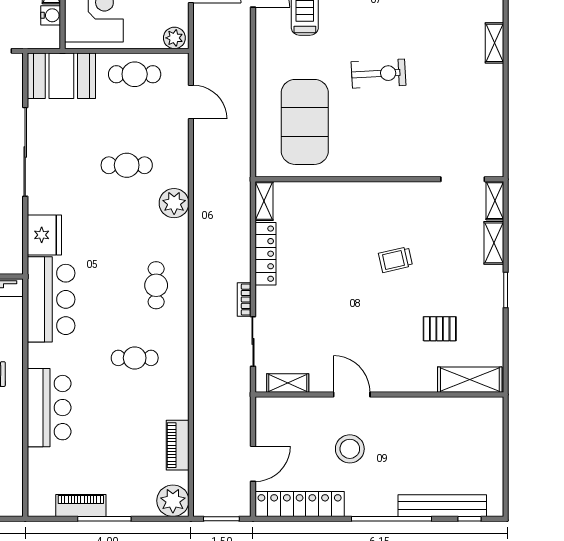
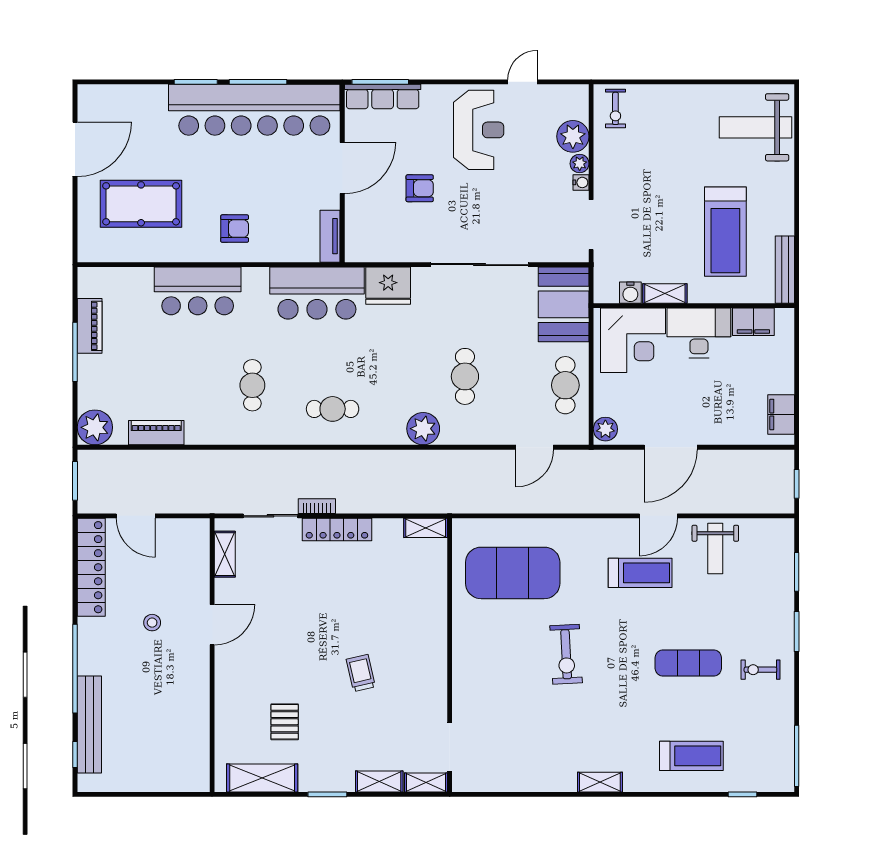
locker: (265, 254) -> (337, 530), moved
shelving: (470, 380) -> (262, 778), moved, turned 90
stool: (350, 449) -> (152, 623), width x0.53, depth x0.53

